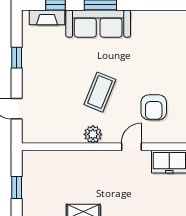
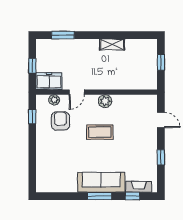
coffee table: (100, 92) -> (100, 132), turned 68
plant: (162, 136) -> (54, 100), added

